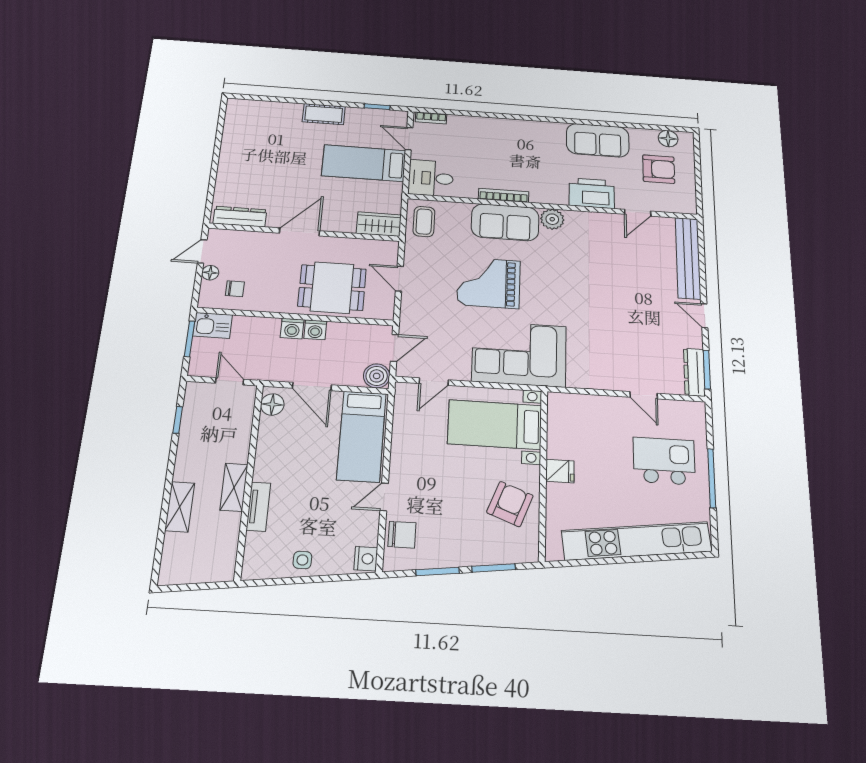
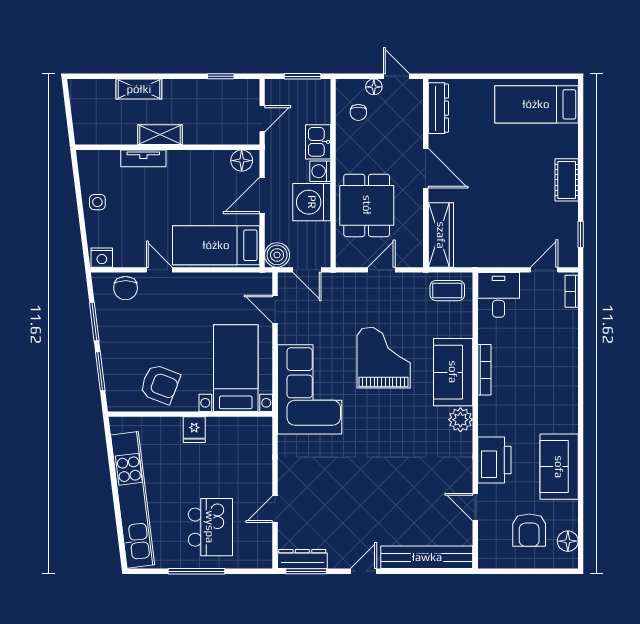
bed: (364, 163) -> (536, 104), moved, turned -90
wardrobe: (379, 224) -> (441, 235), width x1.50
kitchen sink: (213, 325) -> (318, 142), moved
washing machine: (315, 330) -> (312, 202), width x1.89, depth x1.89

